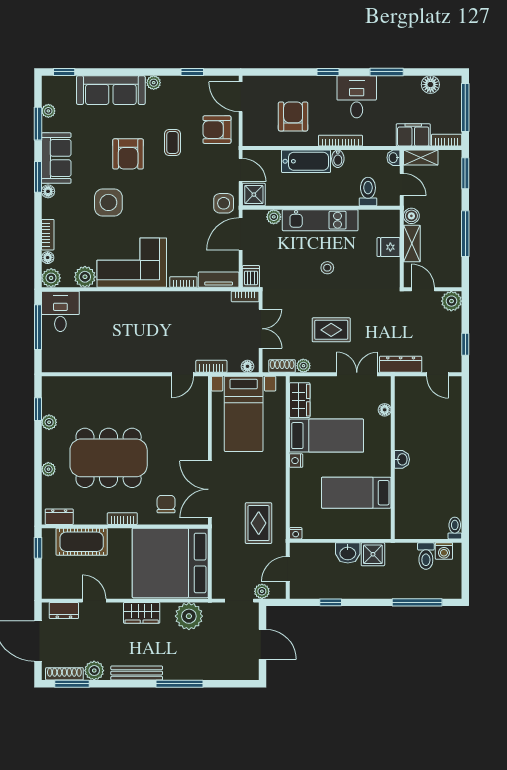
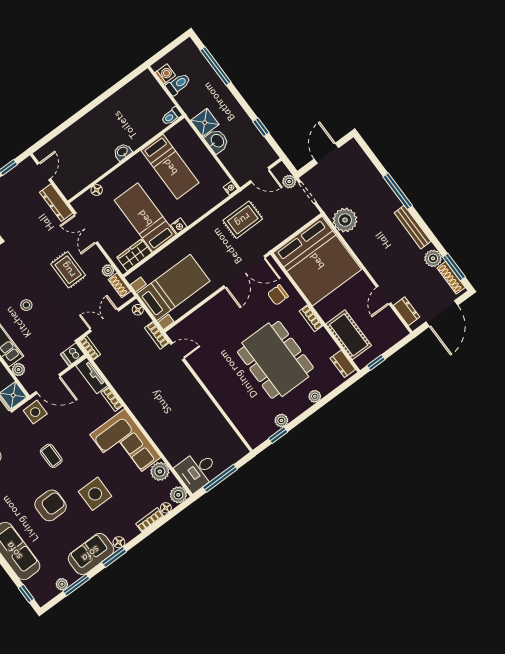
coffee table: (173, 142) -> (51, 456), moved, turned 90
toilet: (455, 528) -> (171, 116), moved
wardrobe: (142, 613) -> (367, 255), removed

